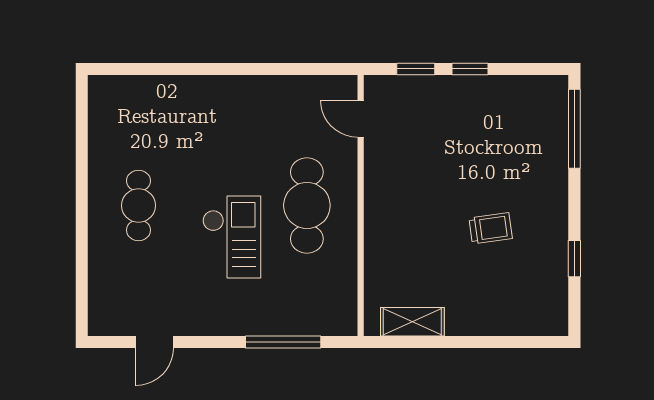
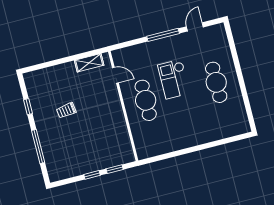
door: (361, 119) -> (115, 75), moved
window: (574, 129) -> (38, 147), moved
cafe table: (138, 205) -> (216, 82), width x1.37, depth x1.35
window: (283, 342) -> (163, 35), moved

